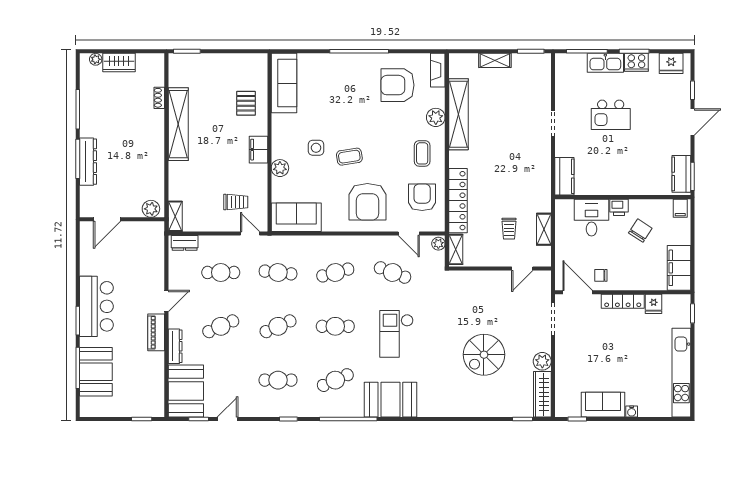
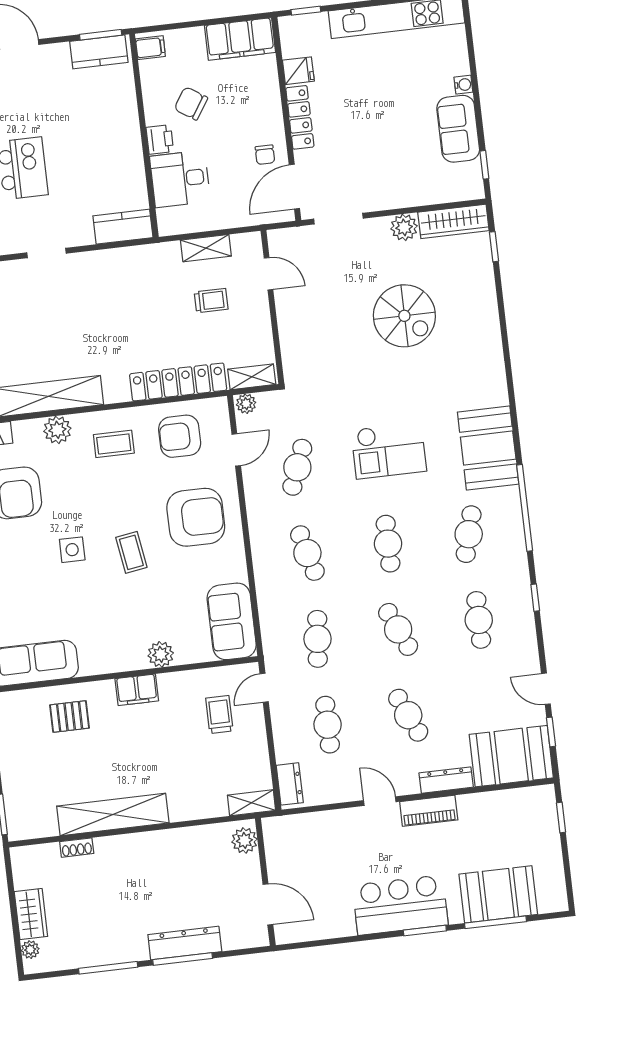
side table: (316, 148) -> (72, 550), moved
cafe table: (335, 380) -> (469, 534), turned 39

